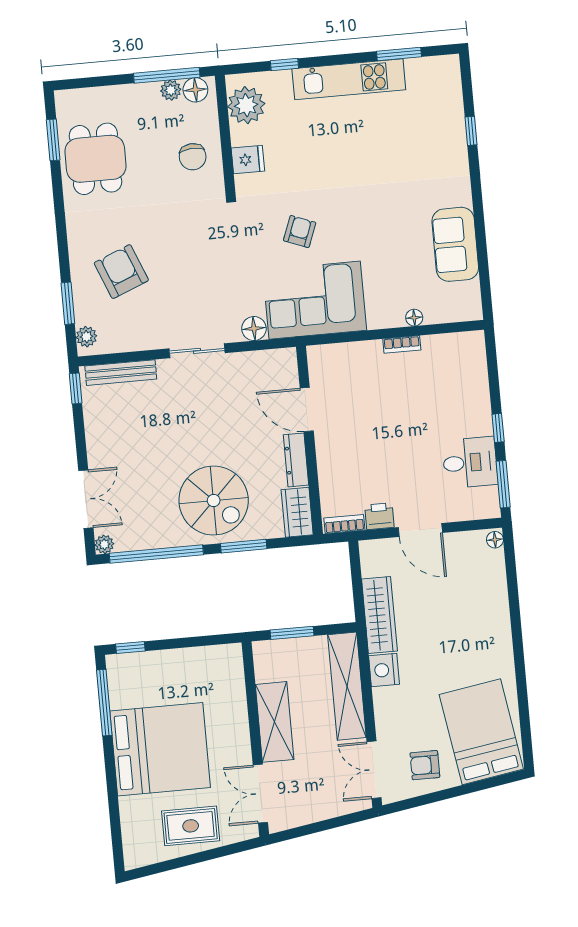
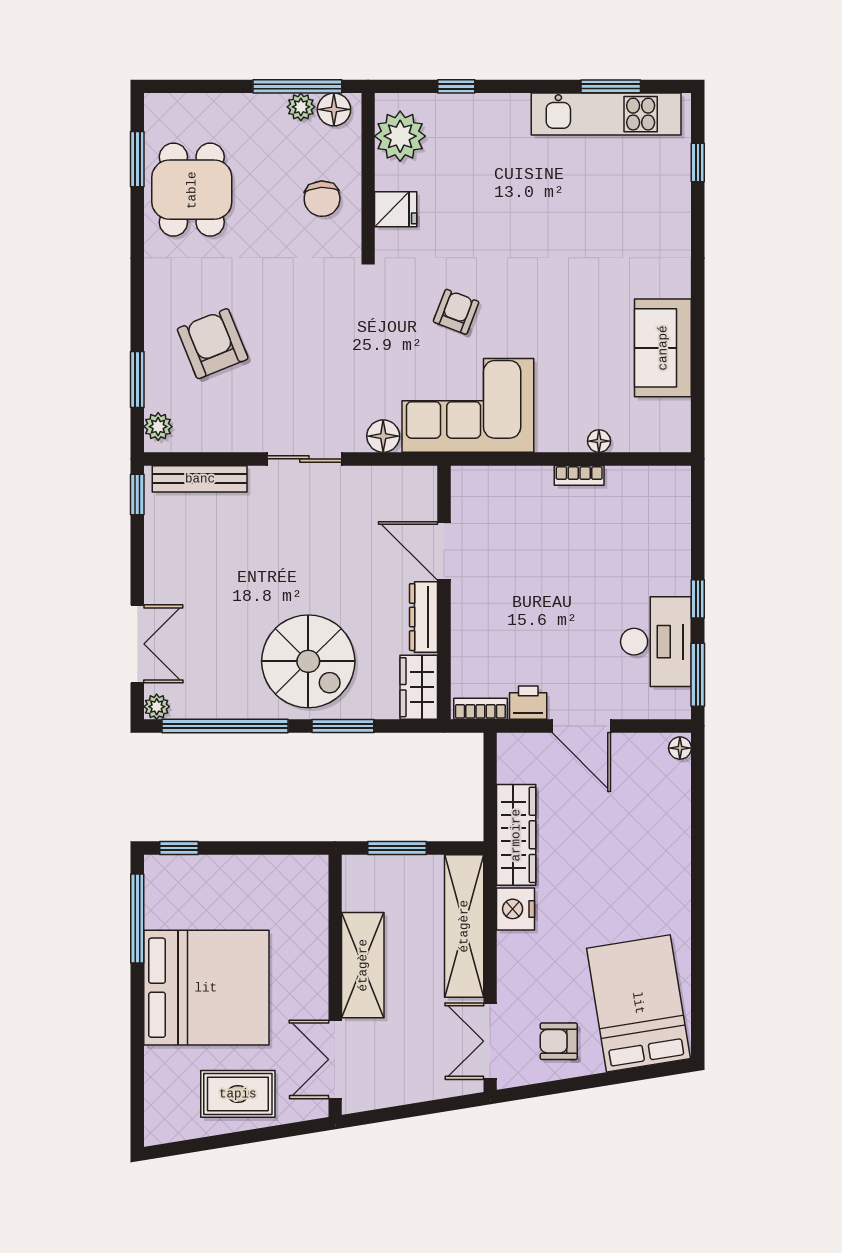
kitchen unit: (349, 79) -> (606, 114), moved
window: (471, 131) -> (698, 162), moved
desk: (470, 462) -> (656, 642), width x1.37

